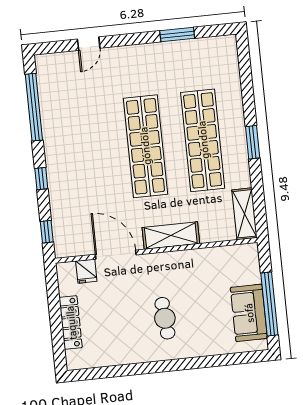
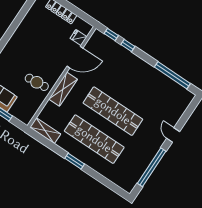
window: (177, 35) -> (152, 167), width x2.11
door: (89, 44) -> (173, 135), moved
window: (41, 179) -> (128, 46), moved
cafe table: (165, 318) -> (37, 82), moved

